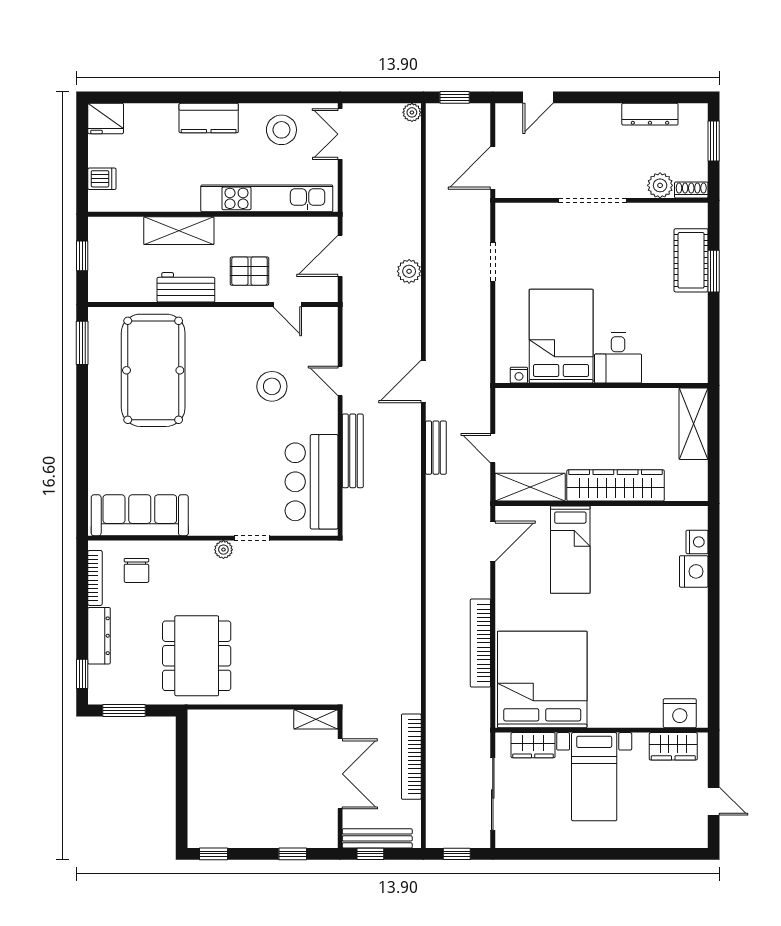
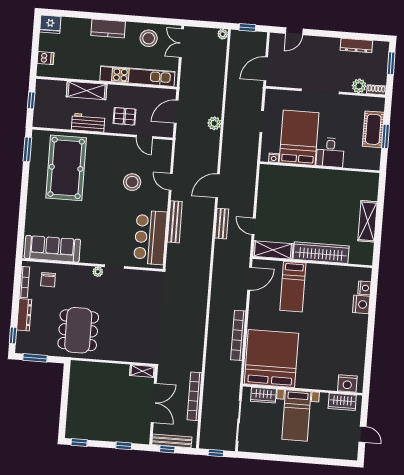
bed: (561, 336) -> (299, 138), moved
desk: (618, 358) -> (330, 152), moved
nightstand: (519, 375) -> (274, 158), moved
wall: (602, 385) -> (320, 167), moved

